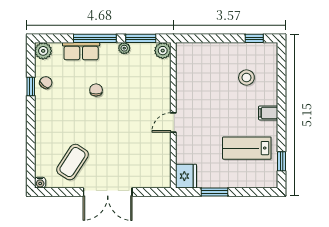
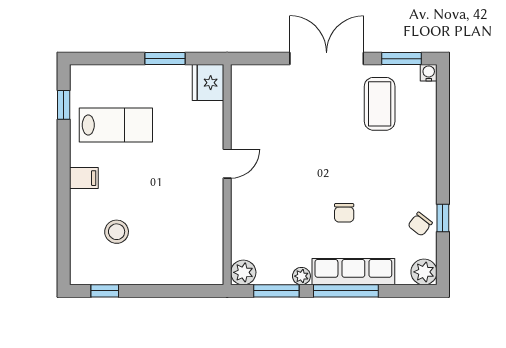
row of seats: (81, 51) -> (353, 272), width x1.48
coffee table: (73, 162) -> (380, 104), turned -33
window: (58, 192) -> (402, 59), added

